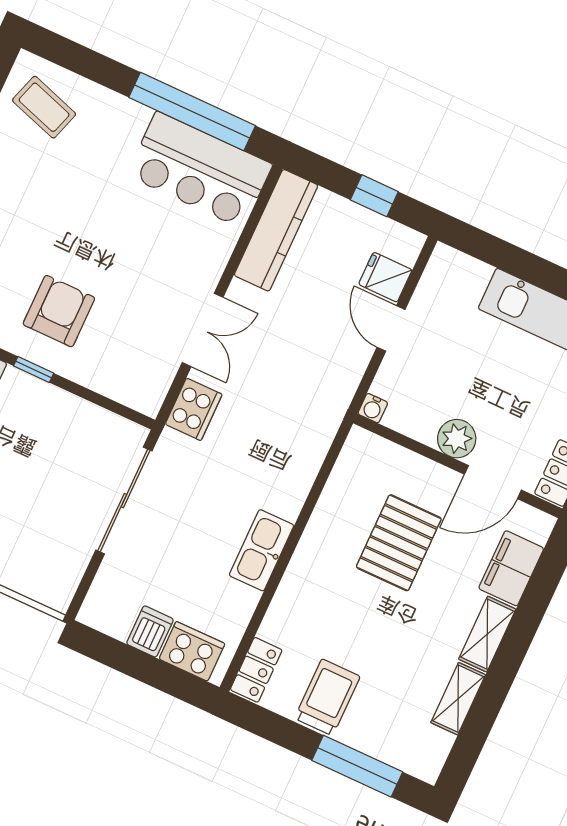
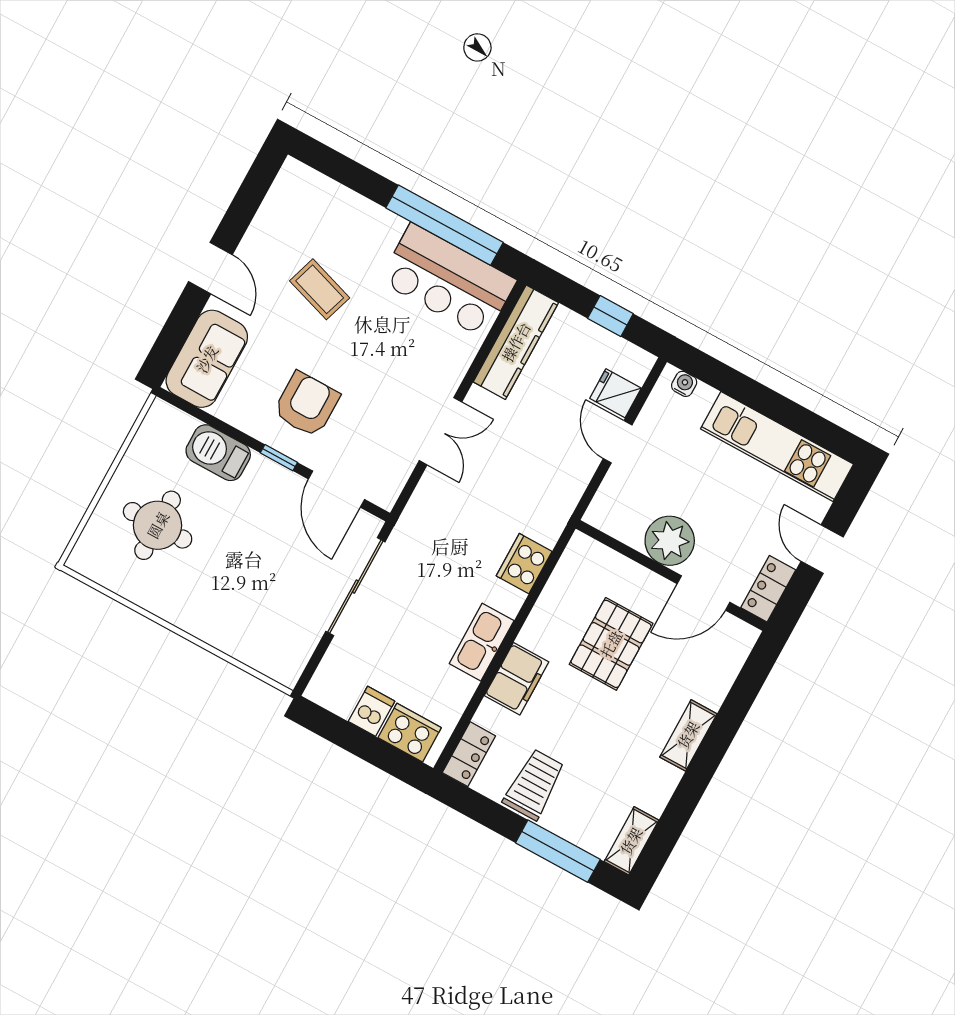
coffee table: (44, 107) -> (320, 289), moved
door: (97, 399) -> (337, 489), added
water cooler: (373, 408) -> (684, 384), moved, turned 180
cooker: (194, 409) -> (524, 564), moved, turned 180
plant: (457, 439) -> (670, 541), width x1.36, depth x1.36
filing cabinet: (511, 568) -> (517, 679), moved, turned 180
shelving: (458, 699) -> (631, 841), moved

